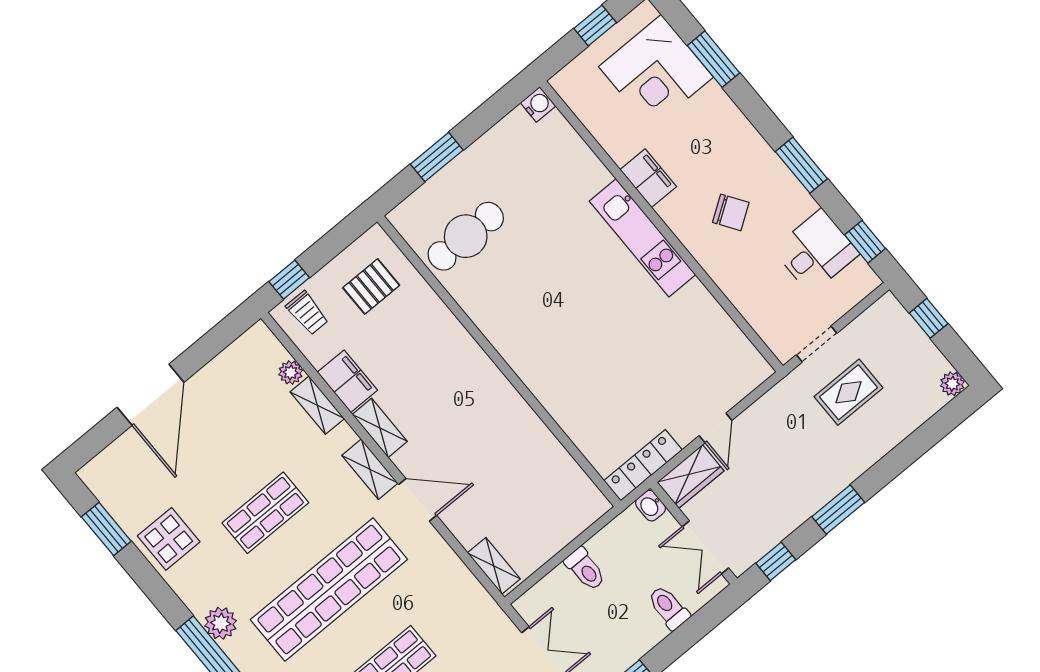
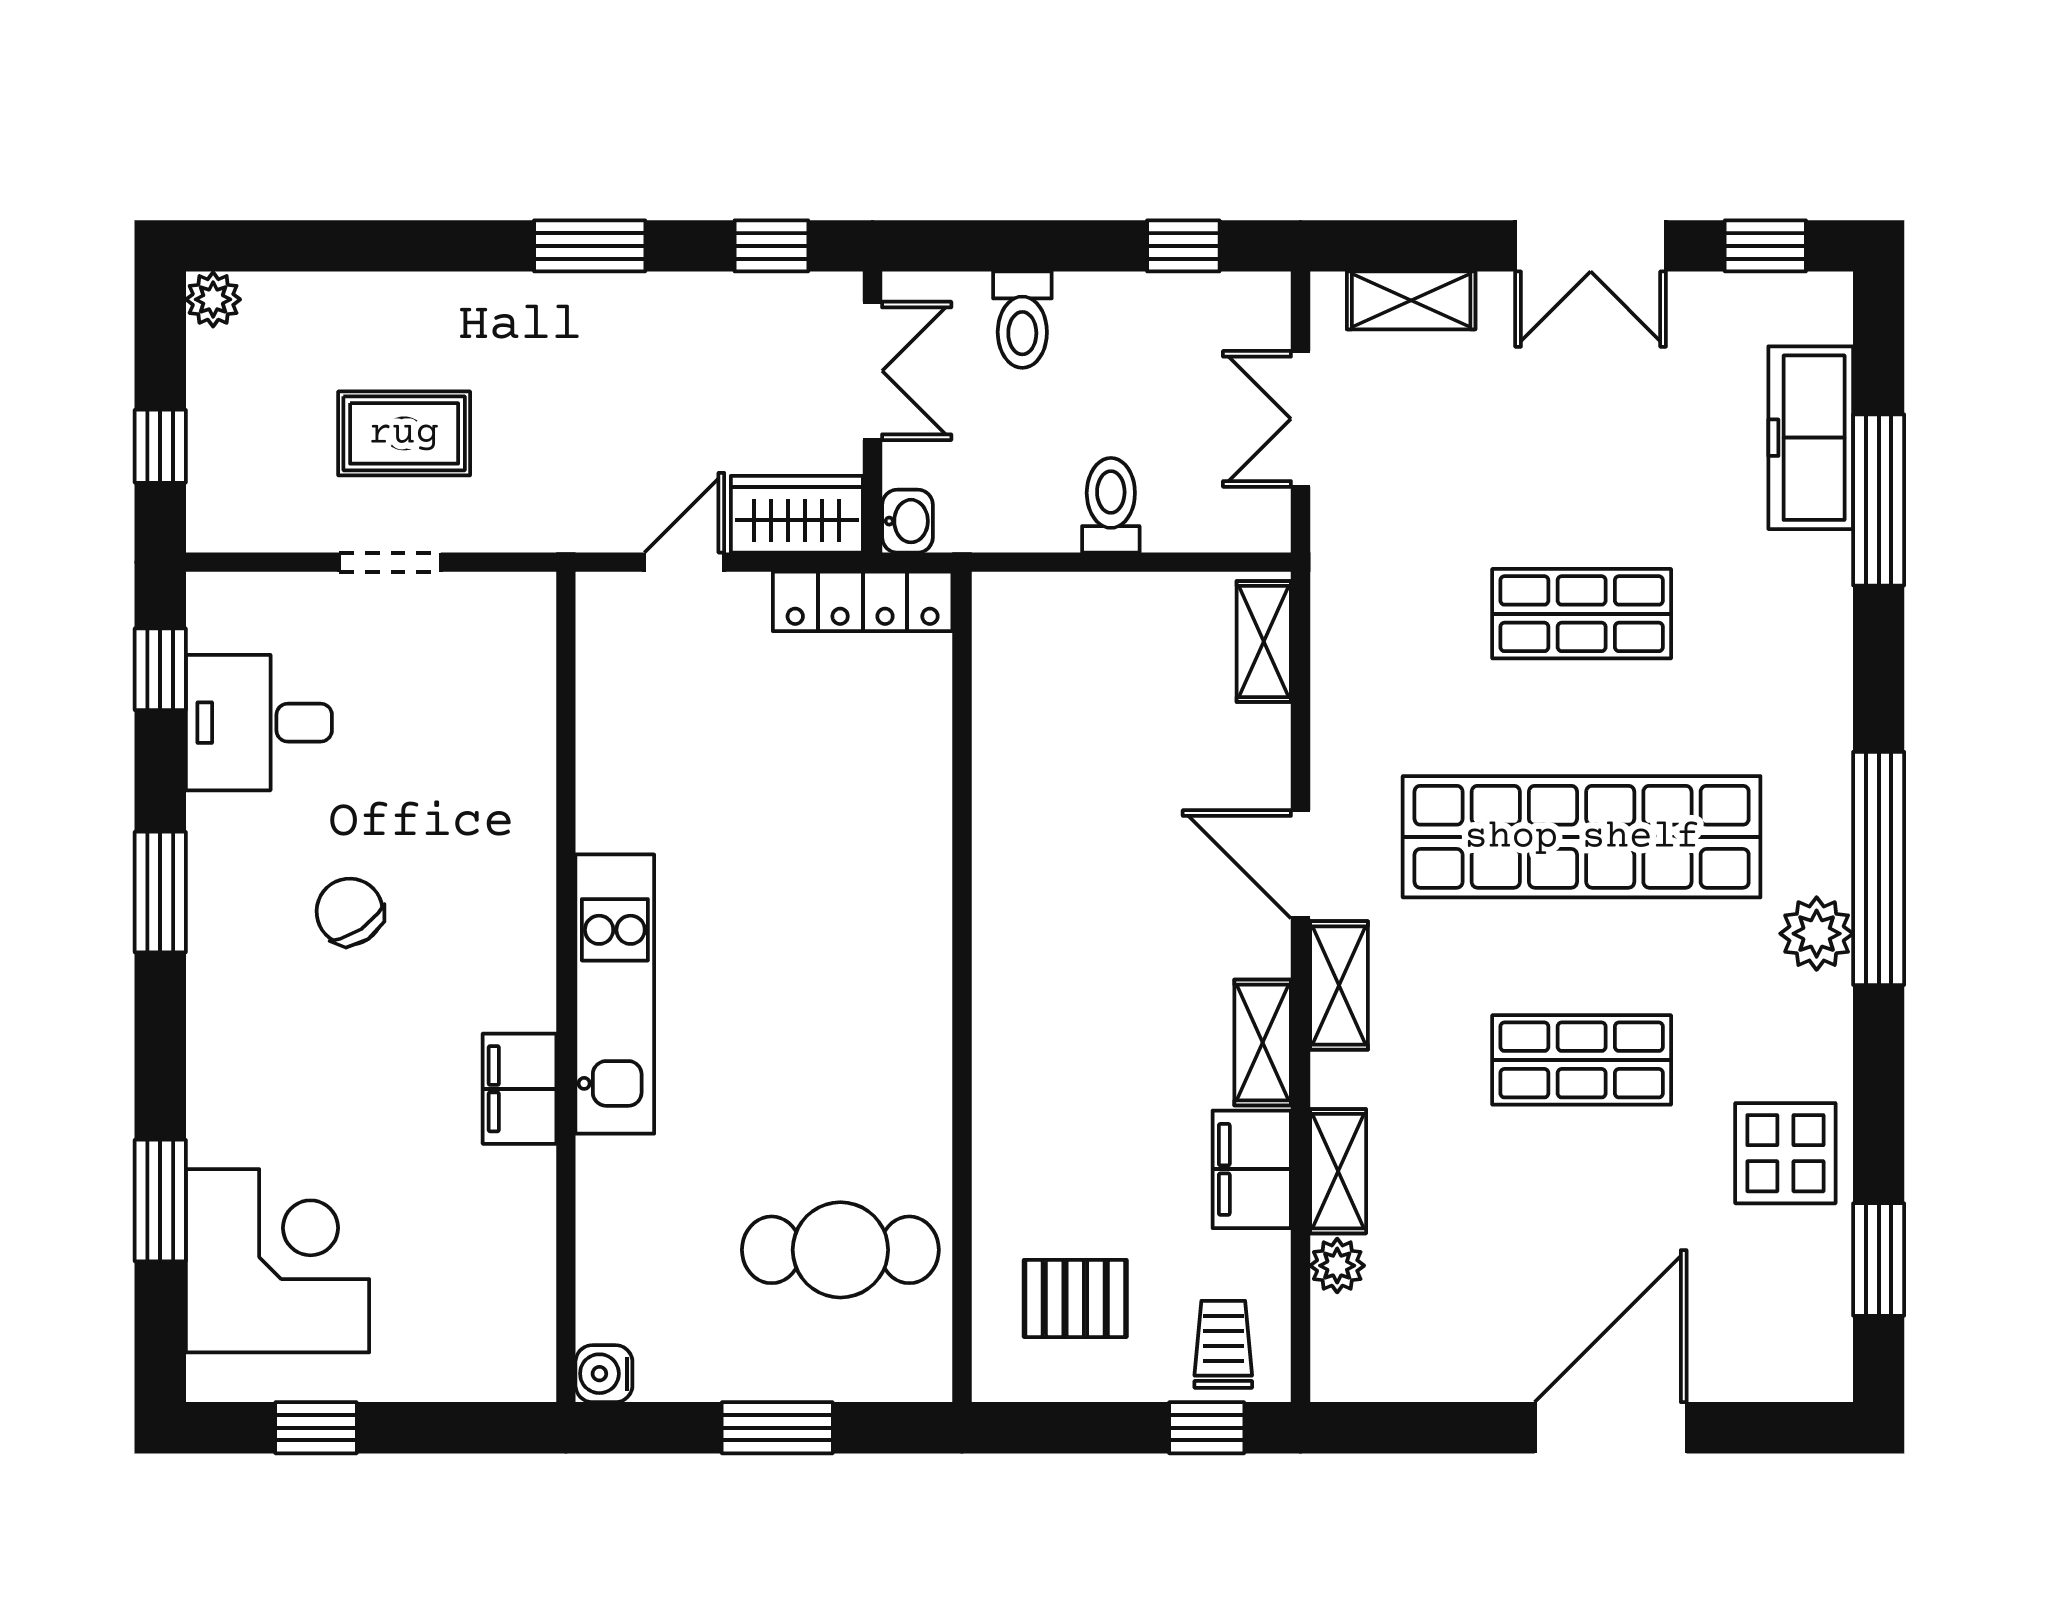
water cooler: (538, 104) -> (604, 1374), moved
filing cabinet: (648, 178) -> (520, 1089), moved
wall: (661, 226) -> (566, 987), moved
kitchen unit: (643, 238) -> (615, 994), moved

